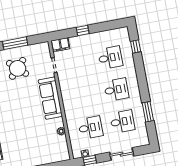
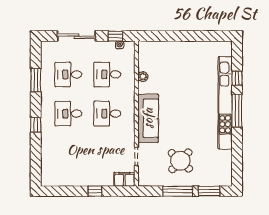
window: (136, 47) -> (36, 125), moved
desk: (110, 58) -> (107, 114), moved
sliding door: (122, 154) -> (76, 36), width x1.37

